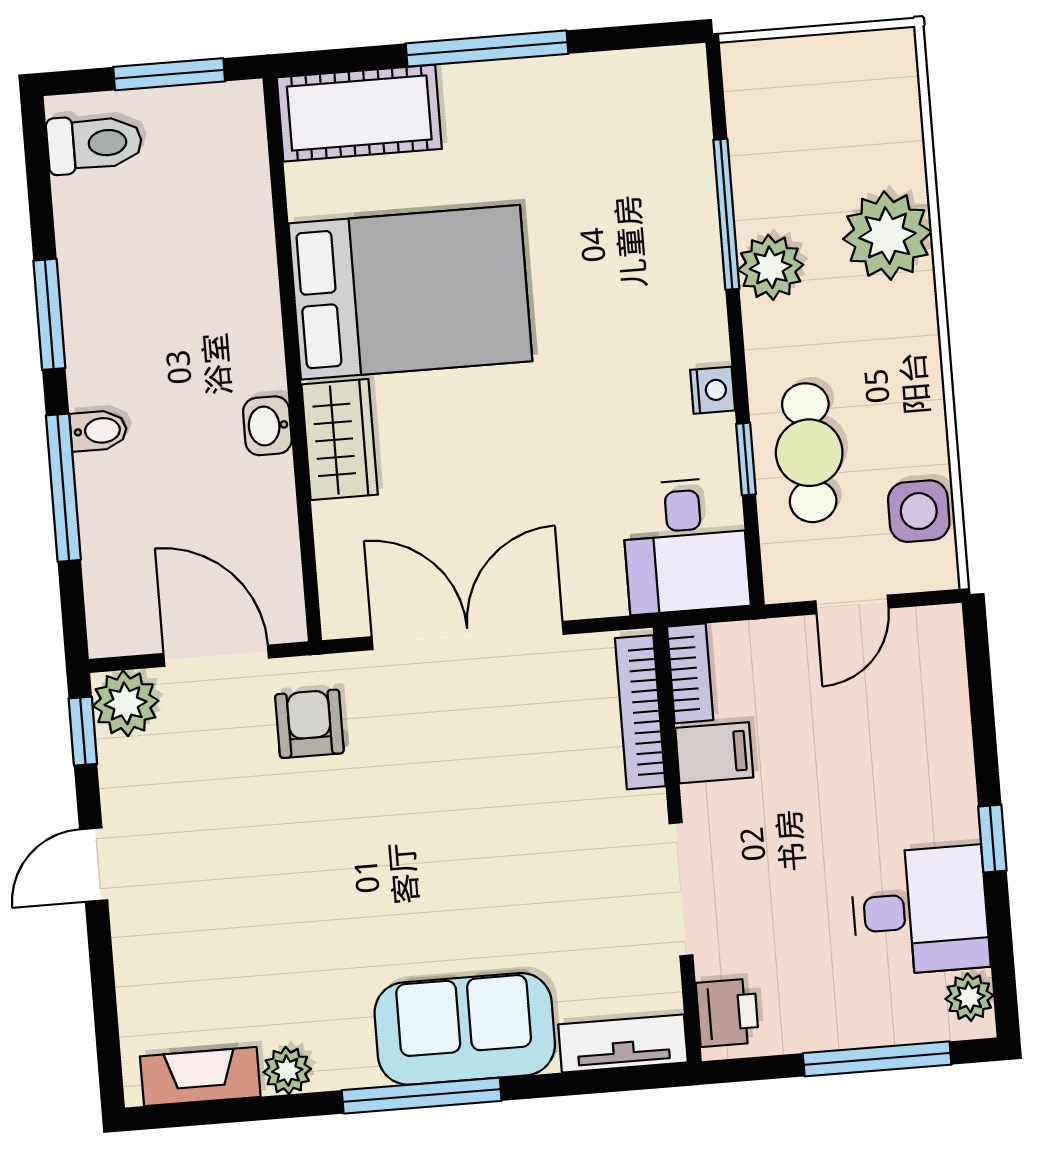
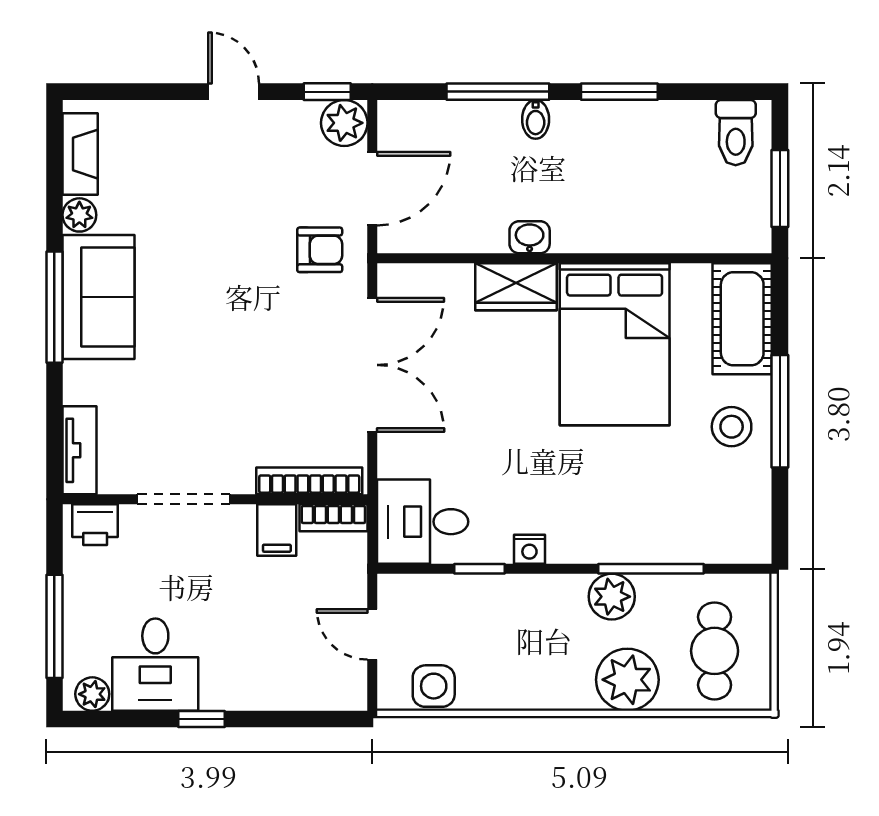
stool: (514, 116) -> (732, 427), added
cafe table: (809, 453) -> (715, 651), moved, turned 90
sofa: (465, 1029) -> (99, 297), moved

